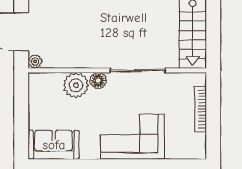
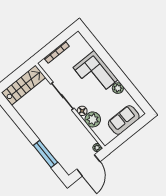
sofa: (54, 145) -> (124, 120), moved, turned 90
plant: (90, 150) -> (118, 88), added

